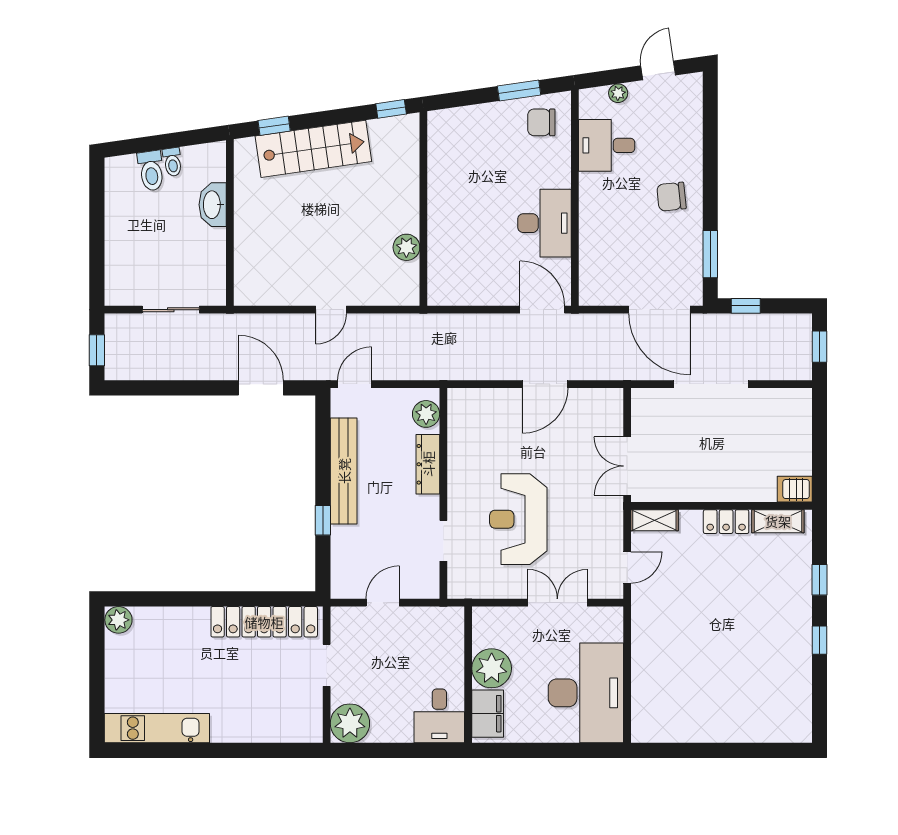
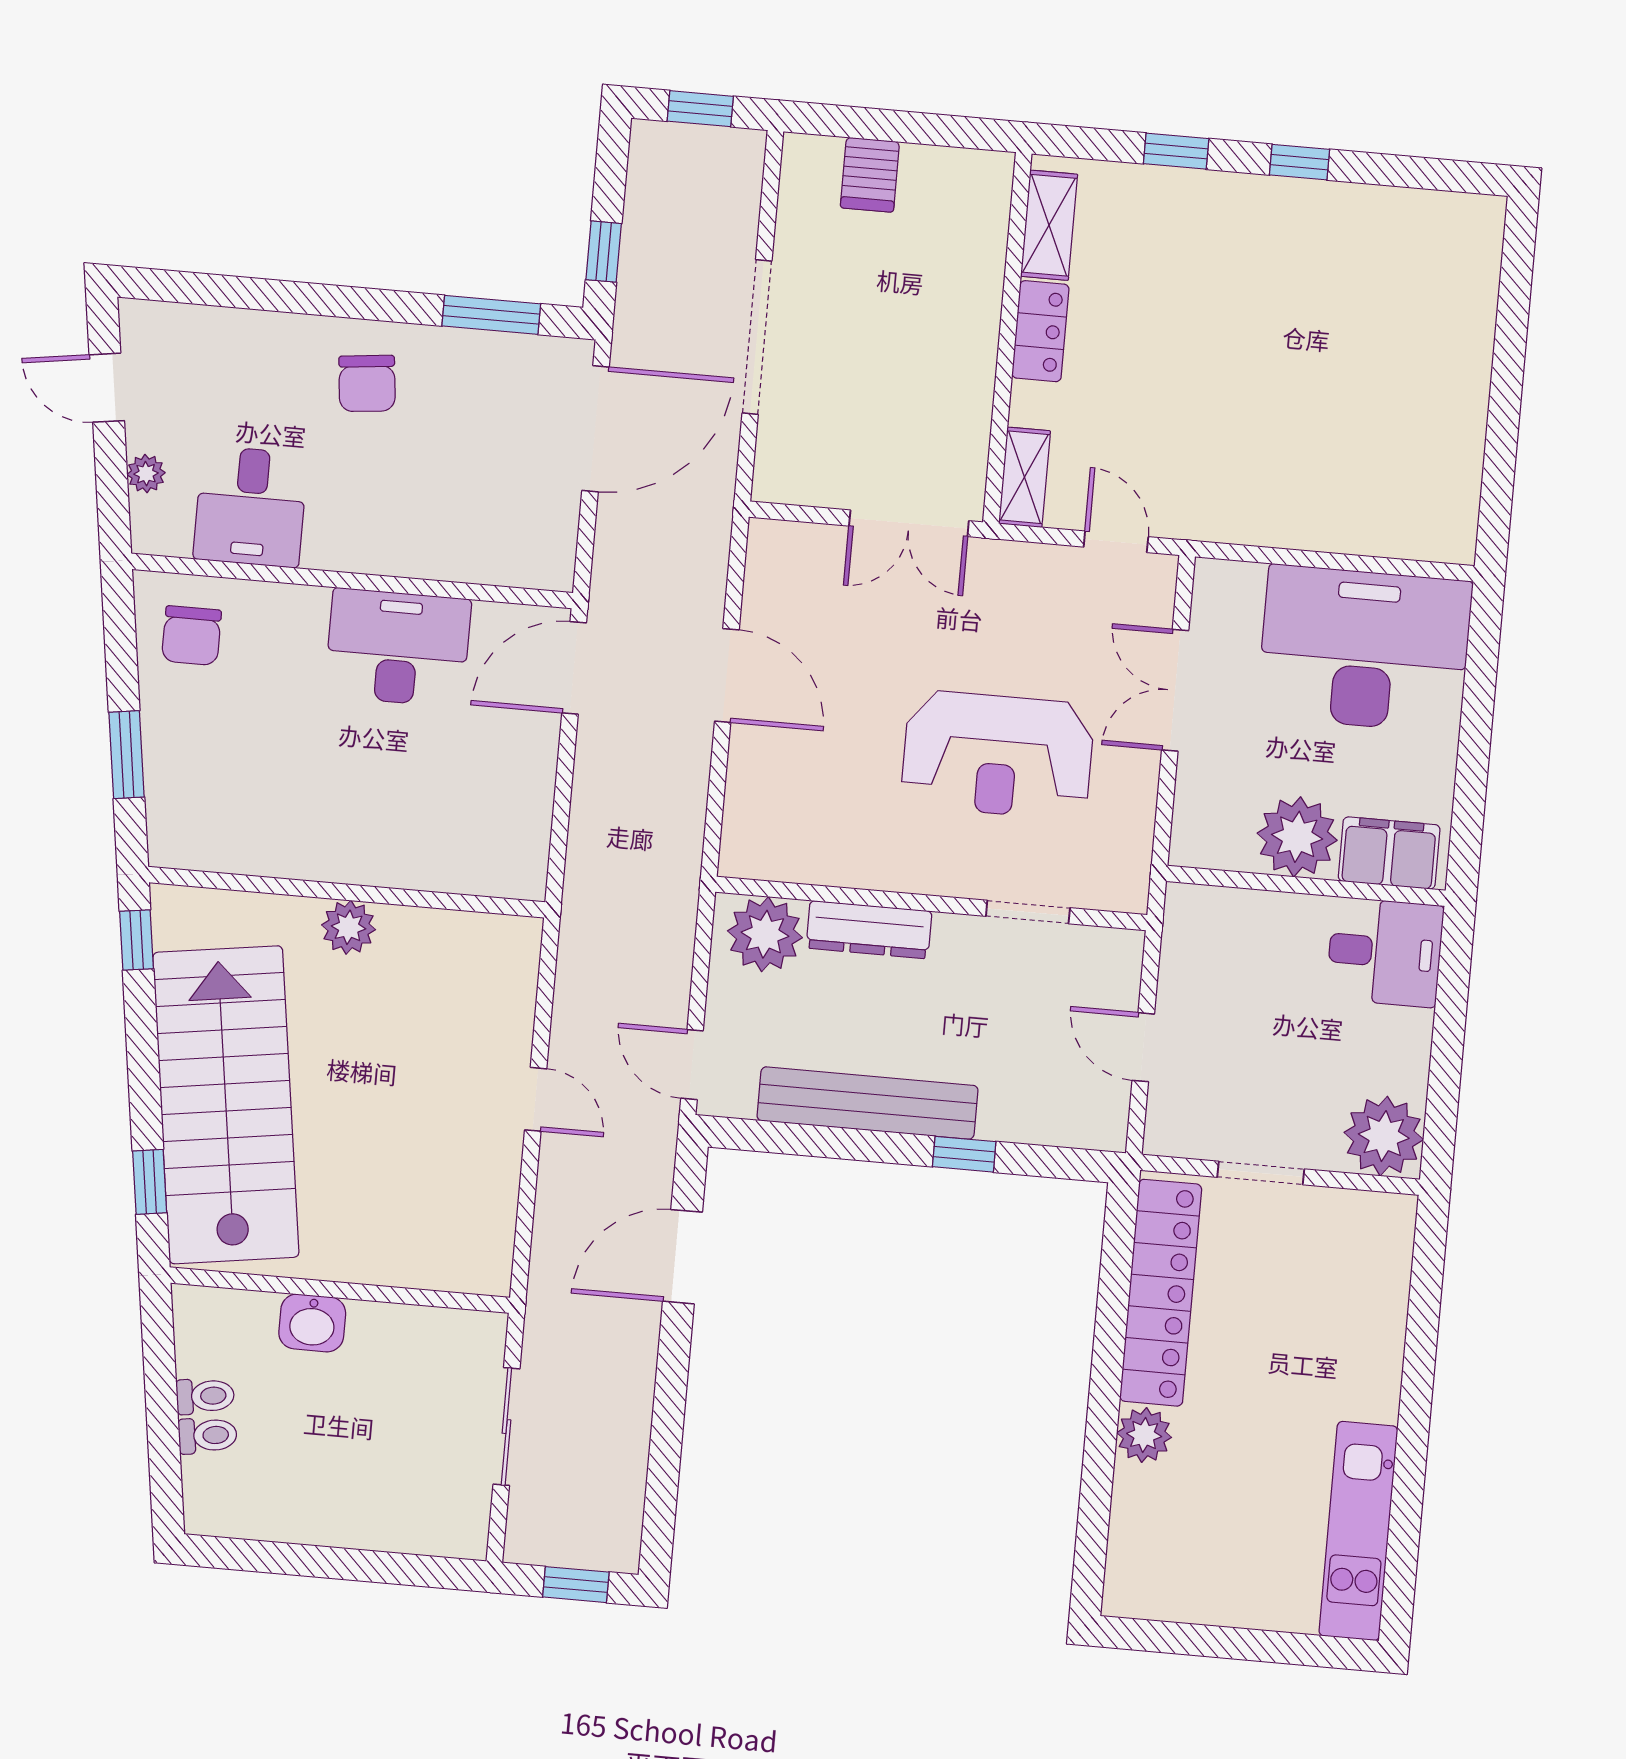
window: (519, 90) -> (127, 755), moved
stairs: (313, 149) -> (226, 1105), width x1.36, depth x1.51
toilet: (151, 171) -> (208, 1435), width x0.73, depth x0.72
washbasin: (213, 205) -> (312, 1323), width x0.72
plant: (406, 247) -> (349, 927), moved
plant: (426, 414) -> (765, 934), width x1.36, depth x1.36
server rack: (795, 489) -> (870, 175), moved
plant: (118, 620) -> (1144, 1435), moved

